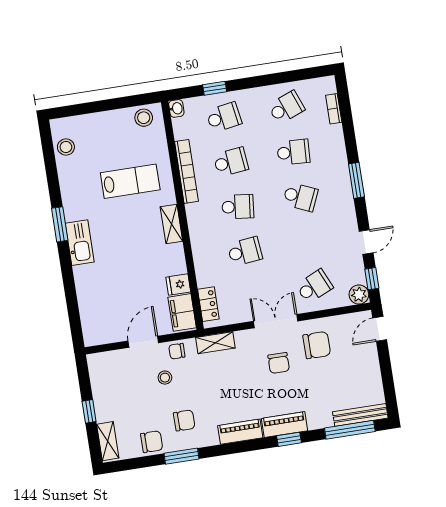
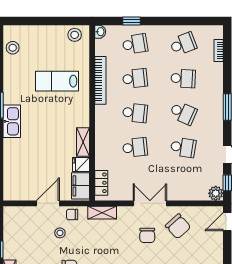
lab bench: (130, 181) -> (57, 81), turned 180
shelving: (171, 224) -> (83, 142), moved
school desk: (314, 286) -> (183, 147), moved, turned 33
chair: (317, 345) -> (178, 226), turned 48

